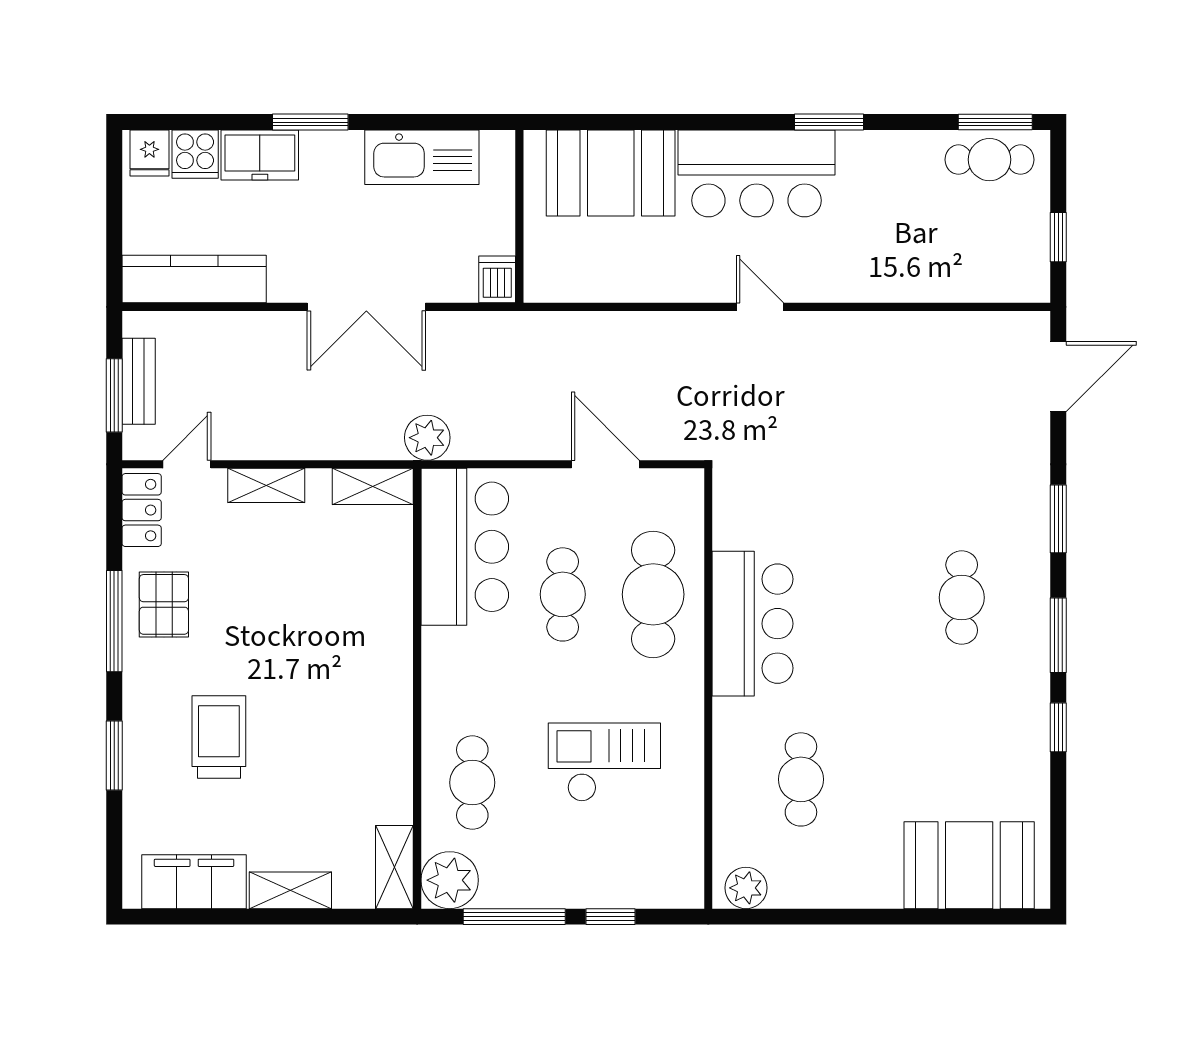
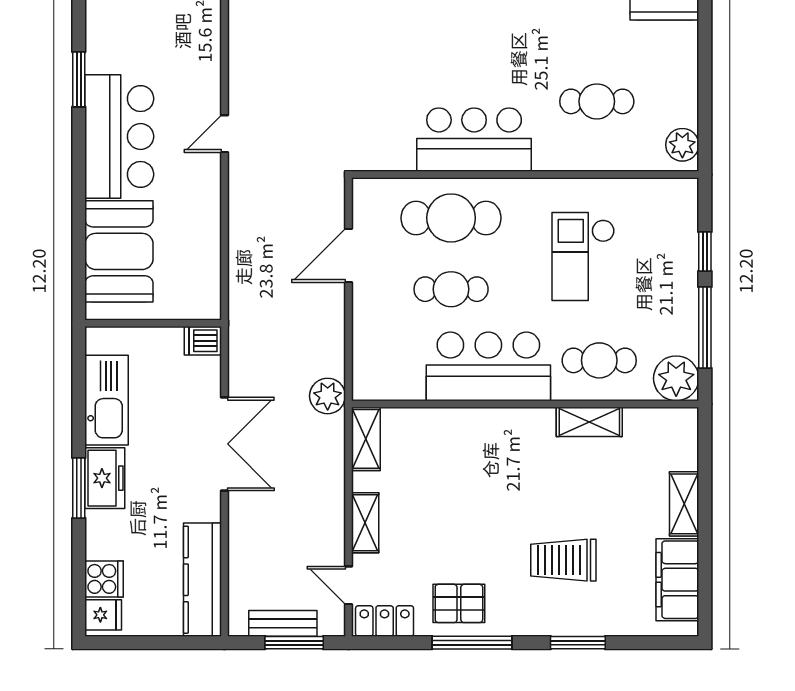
freezer: (260, 155) -> (105, 478), moved
bar counter: (465, 547) -> (488, 366), moved
shelving: (394, 867) -> (589, 422), moved

